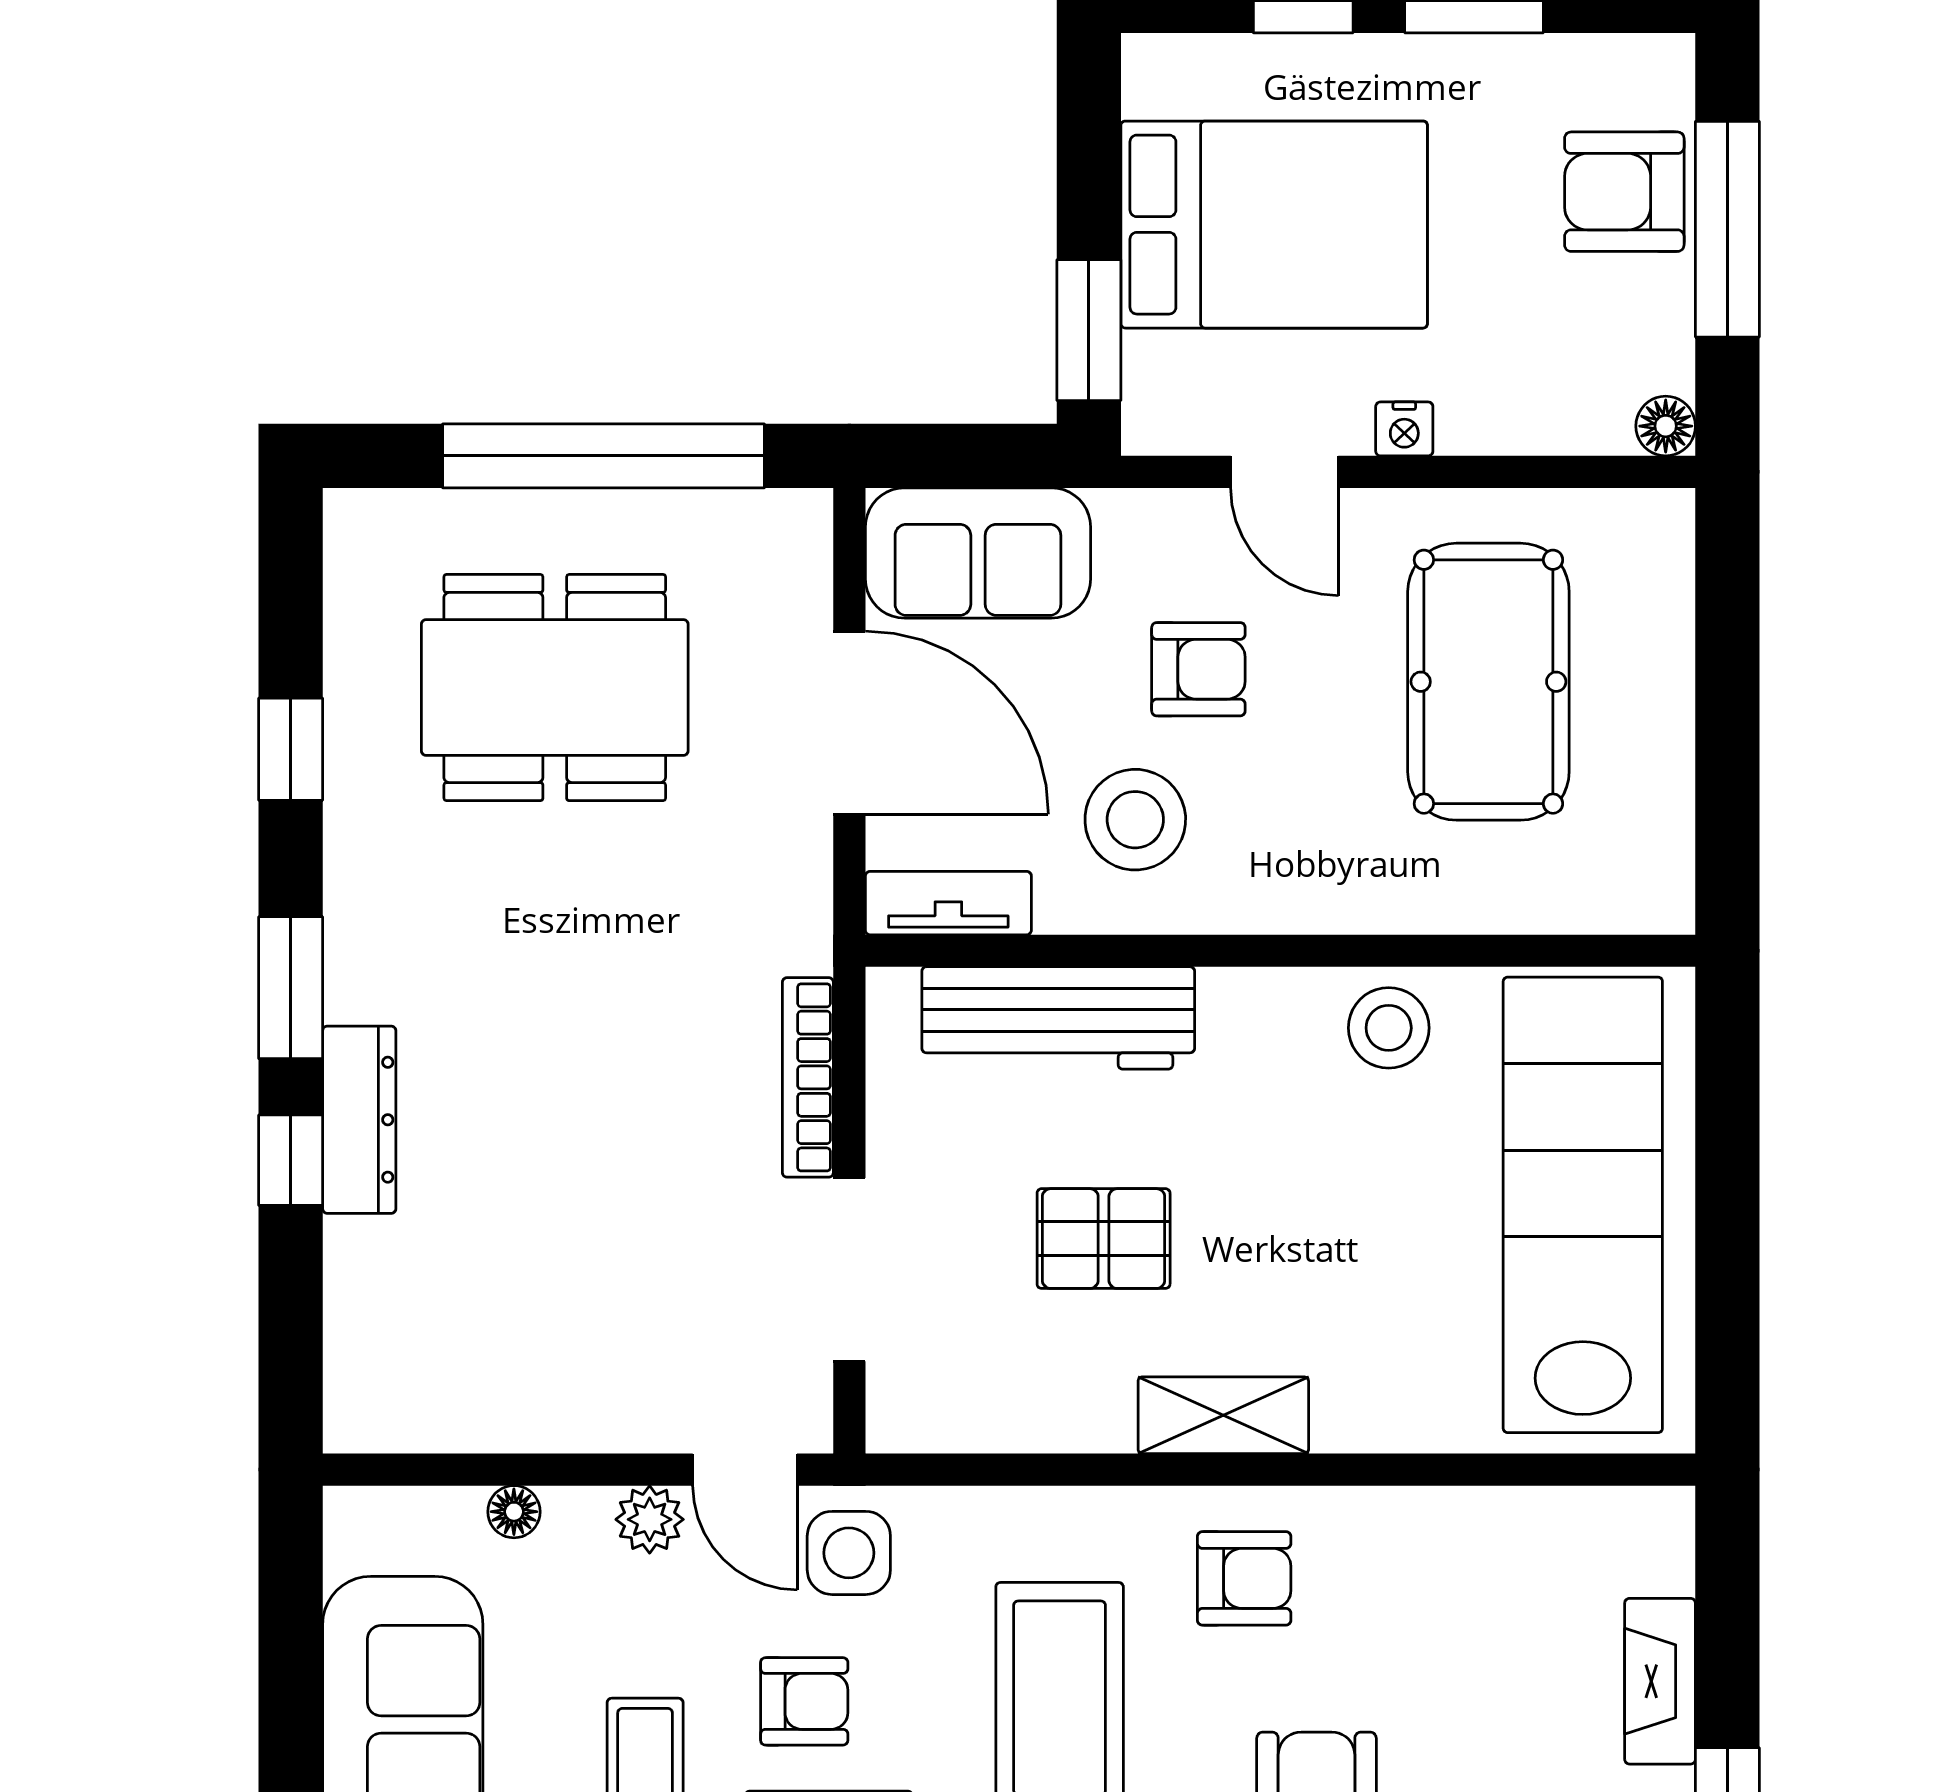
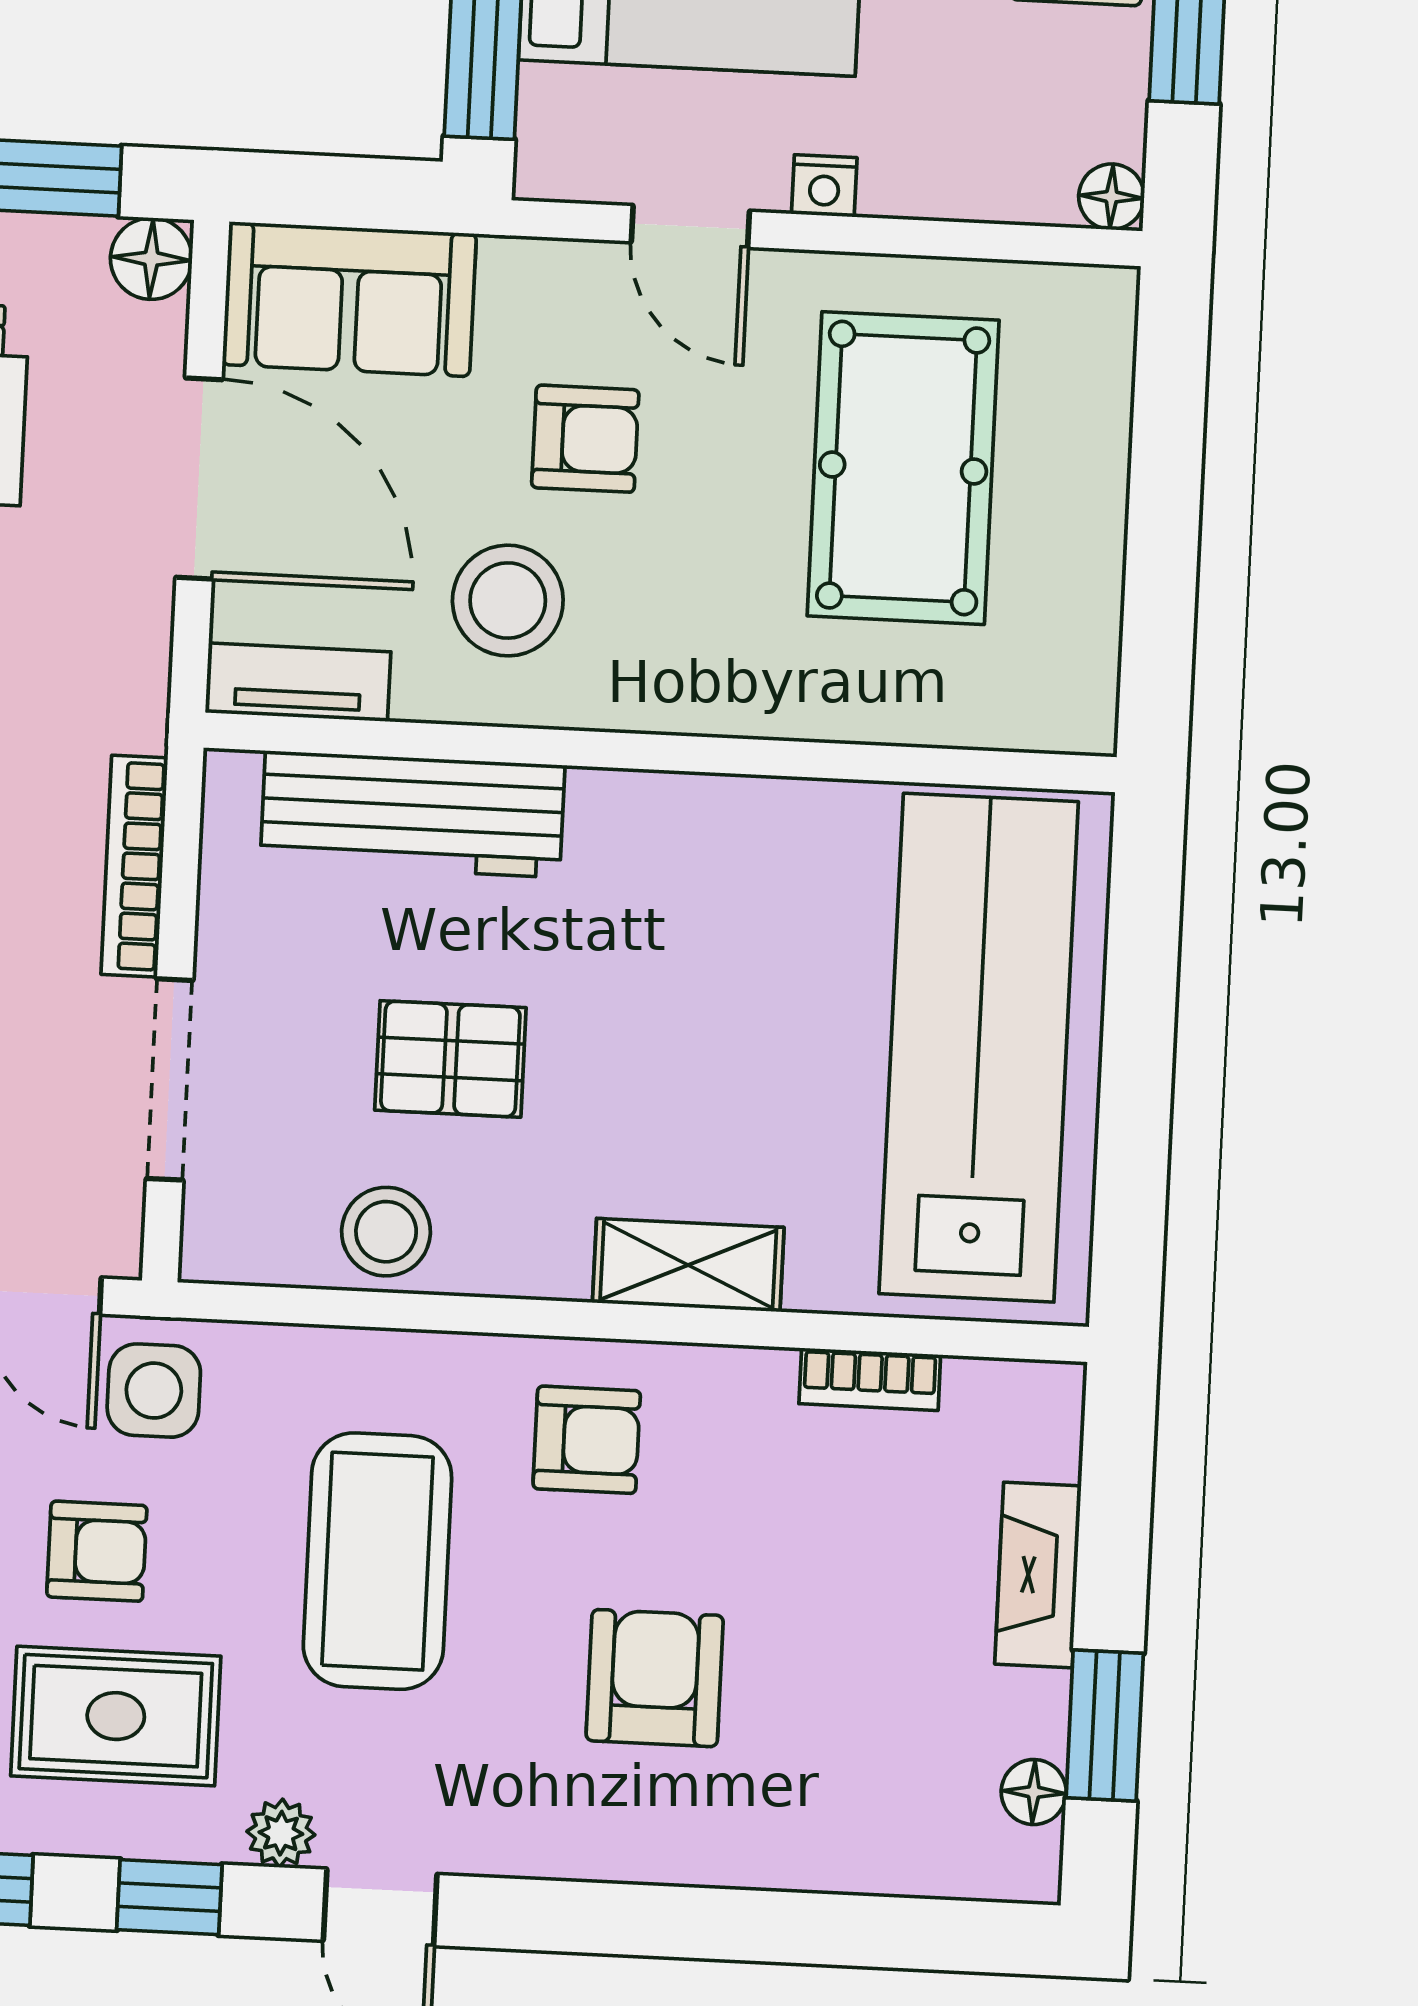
floor lamp: (796, 525) -> (151, 259), added
stool: (1389, 1028) -> (386, 1232), moved
shelving: (1223, 1415) -> (688, 1265), moved
bookcase: (1499, 1511) -> (870, 1379), added

